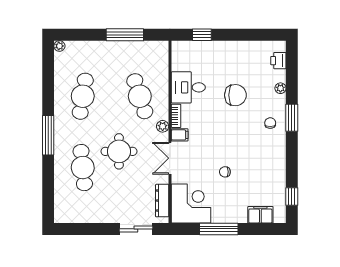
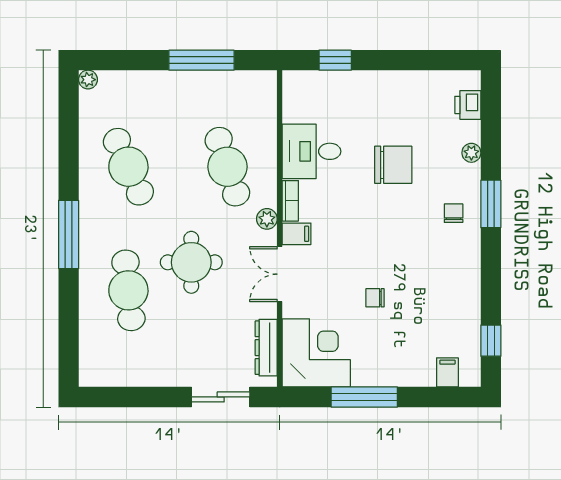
cafe table: (83, 96) -> (128, 167), turned -33
filing cabinet: (260, 215) -> (447, 372), width x0.50

